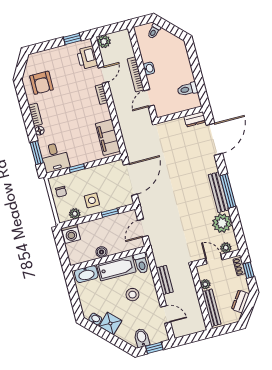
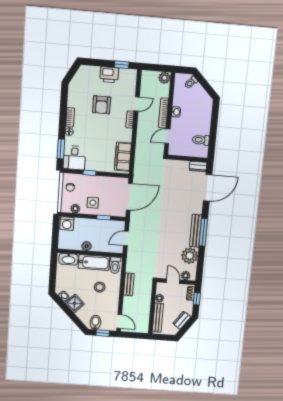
plant: (104, 41) -> (165, 78), moved
printer: (87, 58) -> (109, 75), moved, turned -90
armchair: (41, 83) -> (102, 105), moved
door: (165, 315) -> (119, 321), moved

